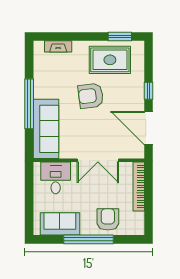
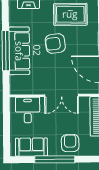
sofa: (46, 129) -> (19, 51), moved

